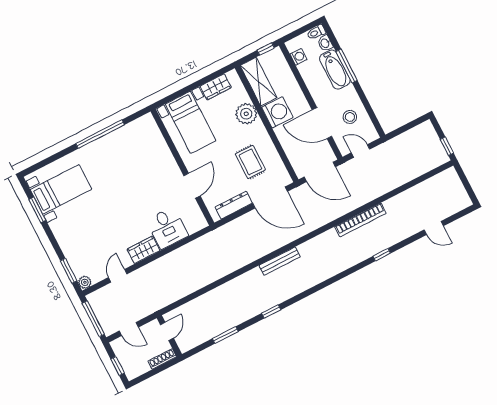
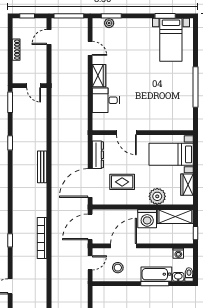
plant: (85, 282) -> (109, 23), moved
door: (167, 331) -> (34, 86), moved
wall: (169, 336) -> (30, 86), moved

